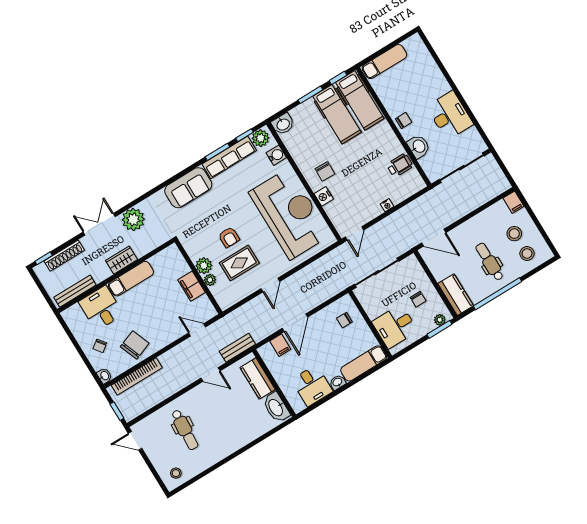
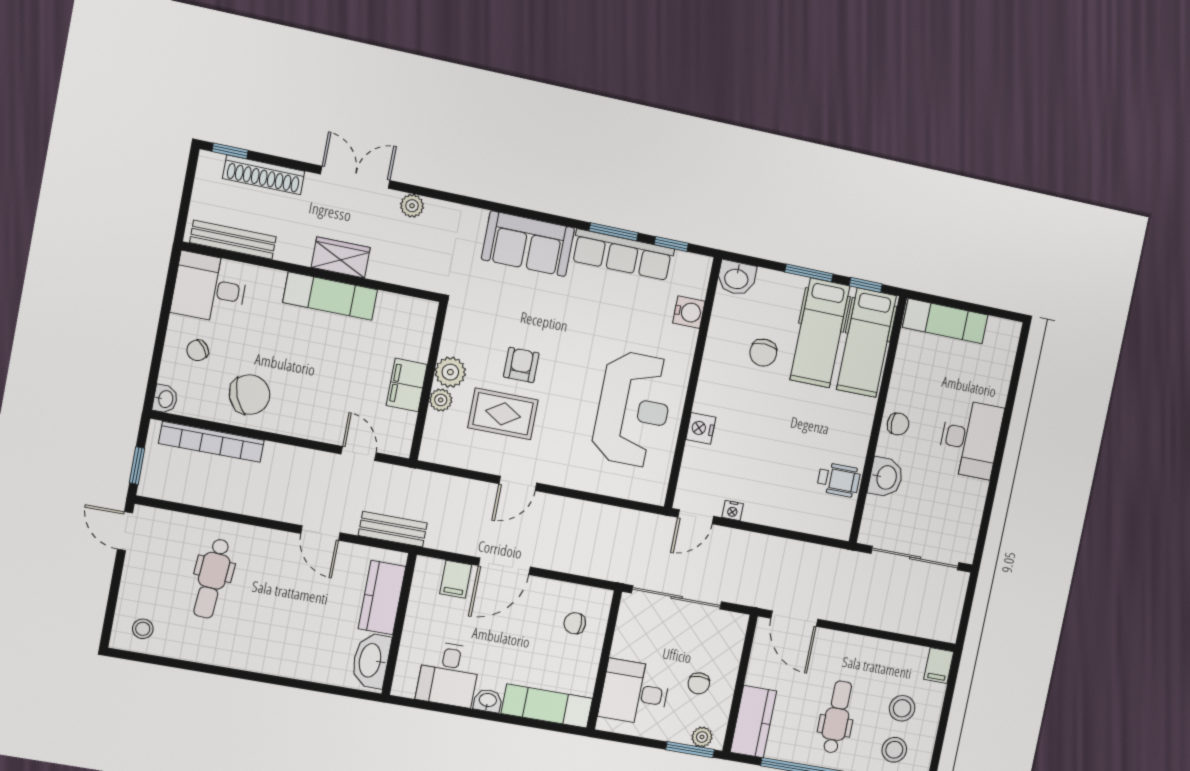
desk: (450, 115) -> (970, 439), moved
plant: (261, 138) -> (689, 269), removed
chair: (325, 171) -> (763, 353), moved
nightstand: (387, 205) -> (733, 510), moved
reception desk: (289, 214) -> (633, 409), width x0.74, depth x0.77
plant: (133, 219) -> (412, 206), width x0.53, depth x0.53
armchair: (229, 237) -> (521, 365), turned 180
desk: (101, 308) -> (210, 288), moved, turned -90

